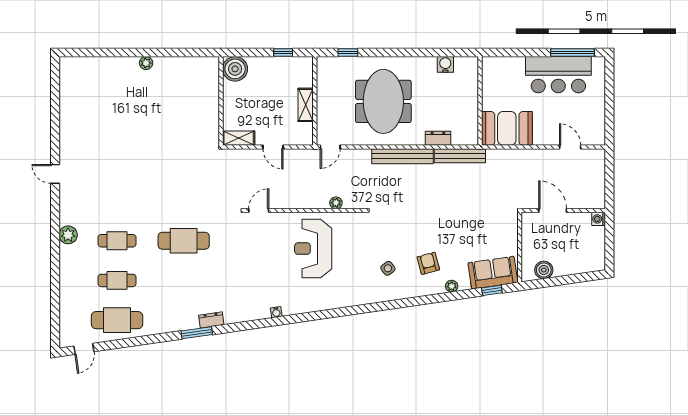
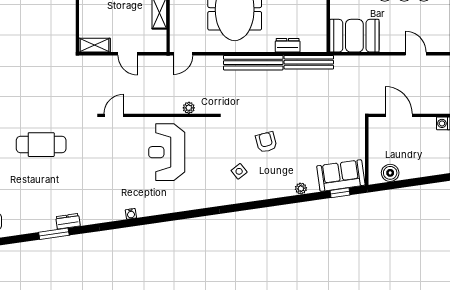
armchair: (428, 263) -> (266, 142), moved

